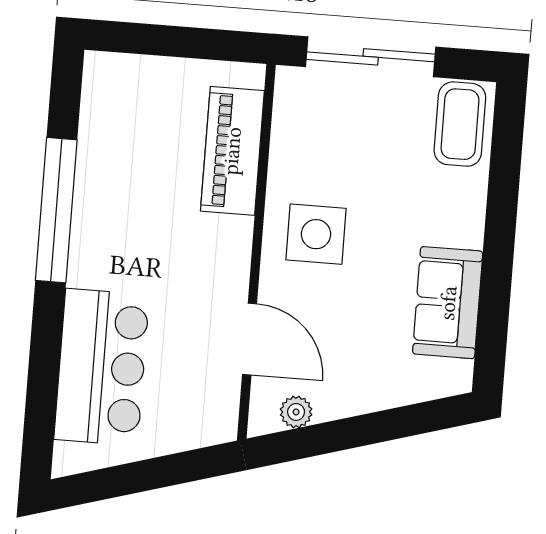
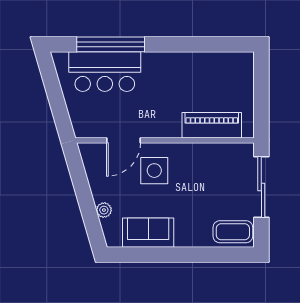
window: (56, 210) -> (111, 44), moved
side table: (316, 234) -> (154, 171), moved
plant: (296, 412) -> (104, 210), moved

